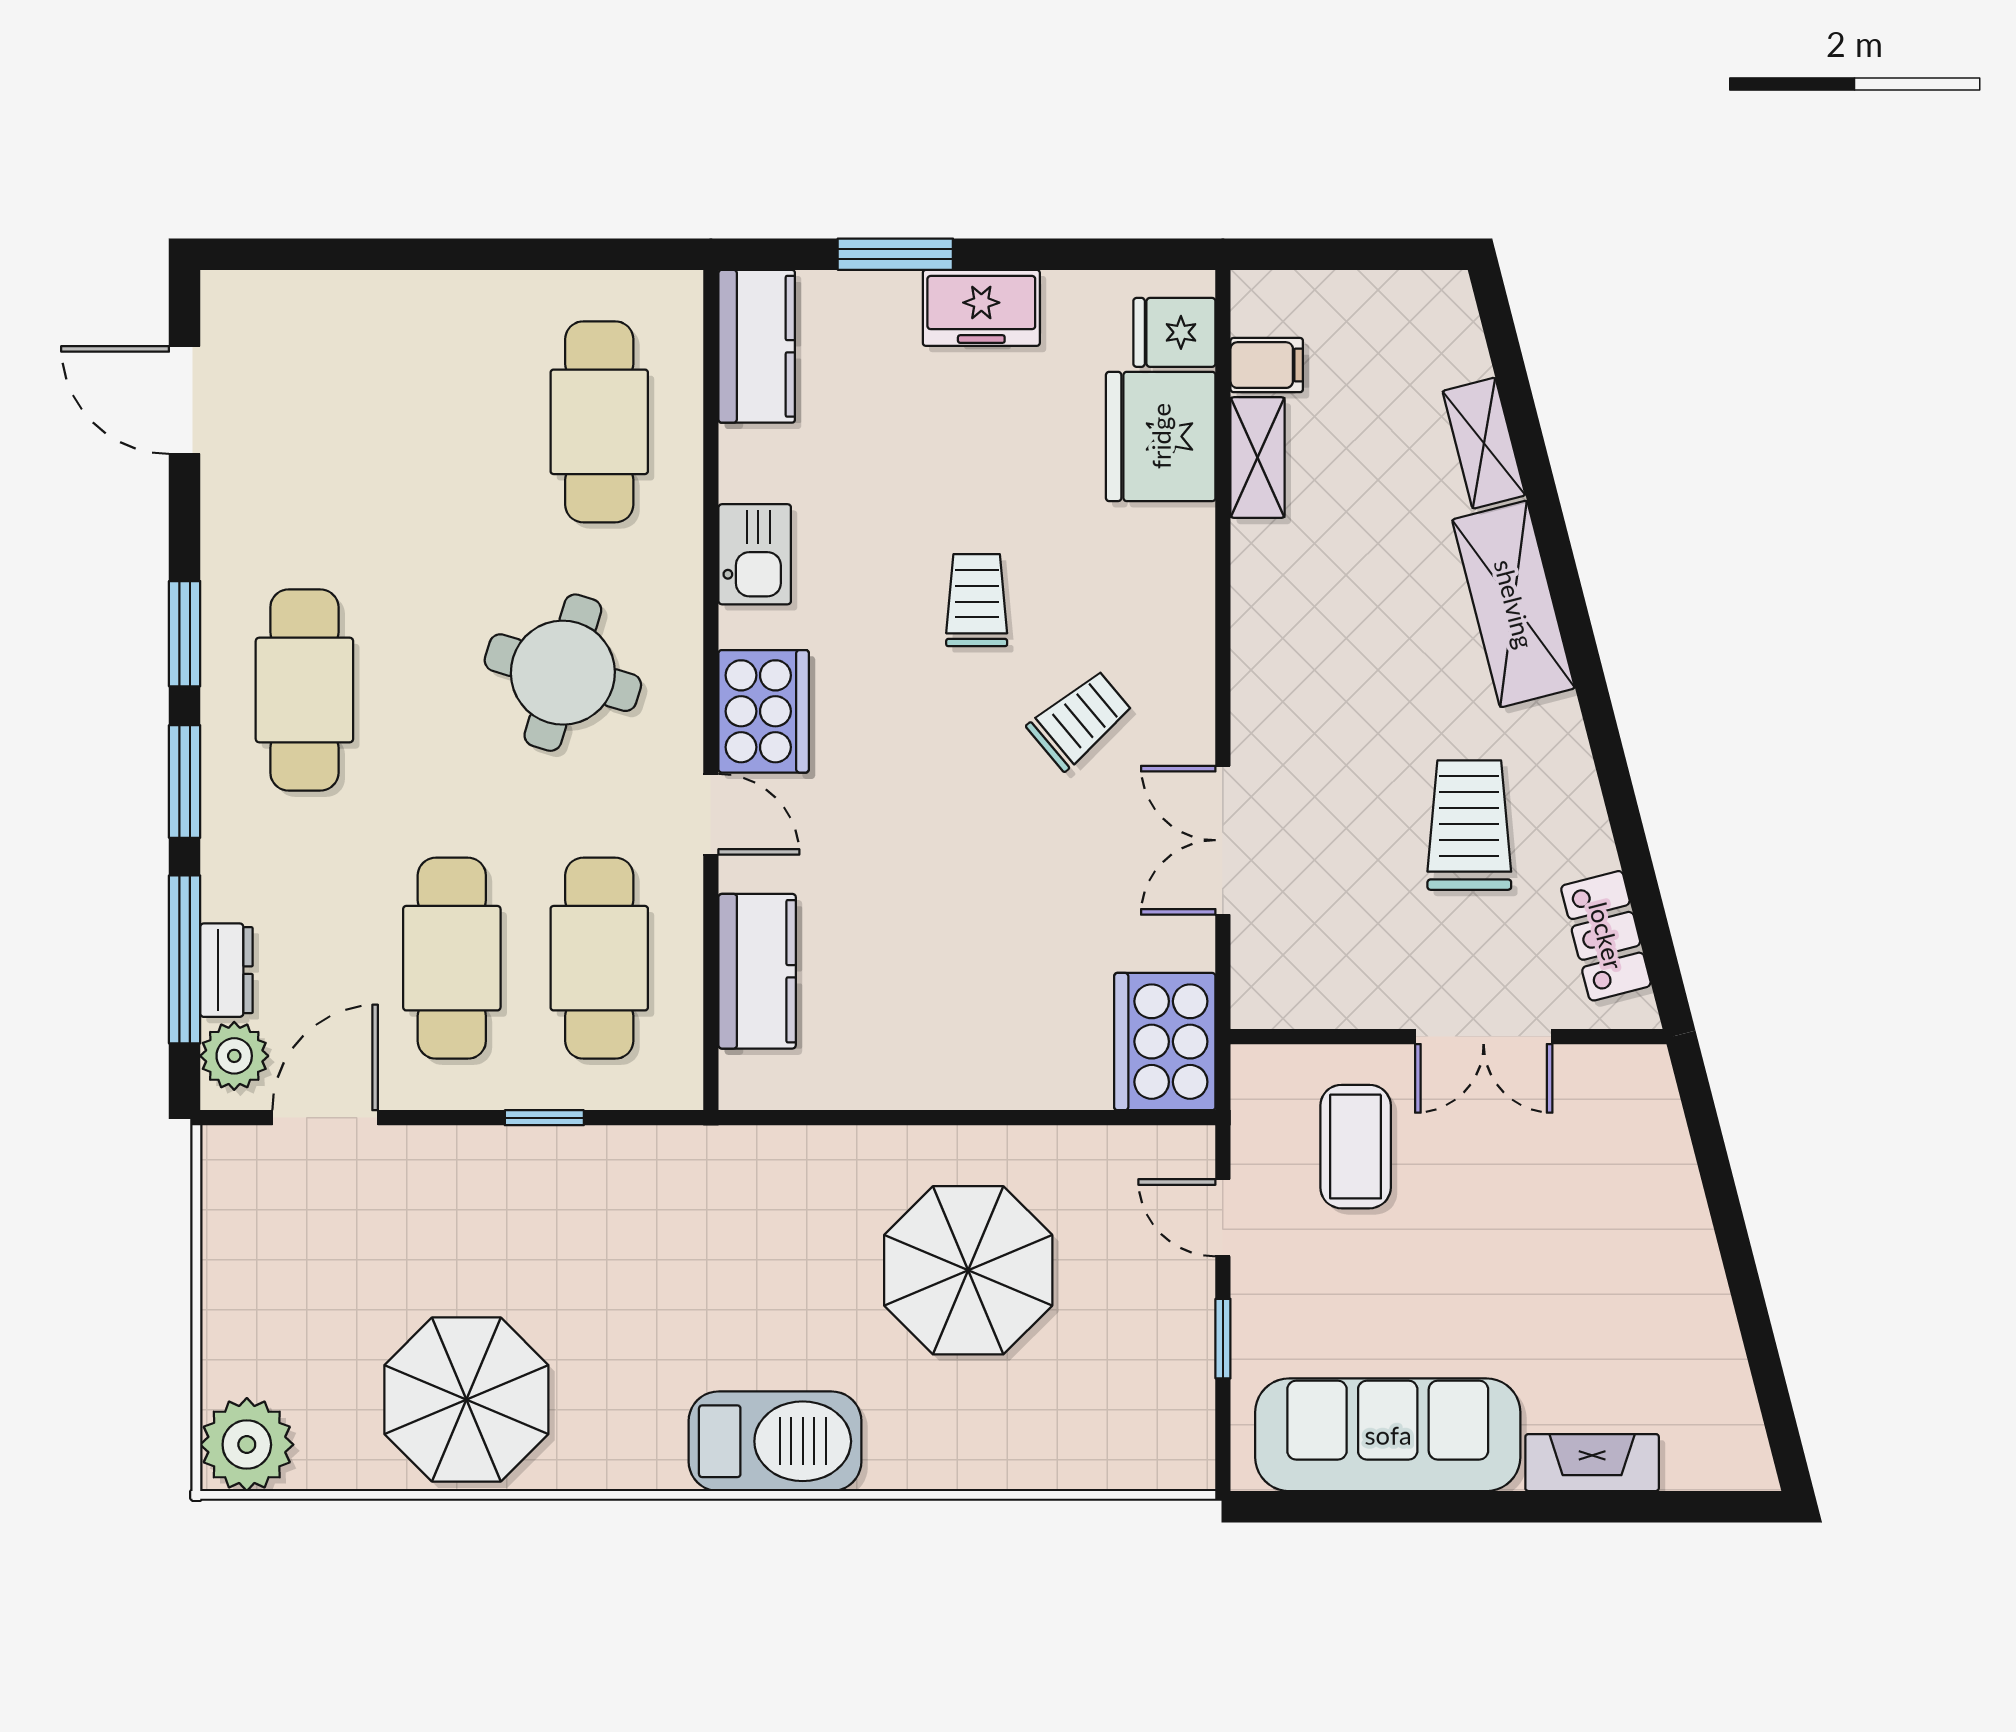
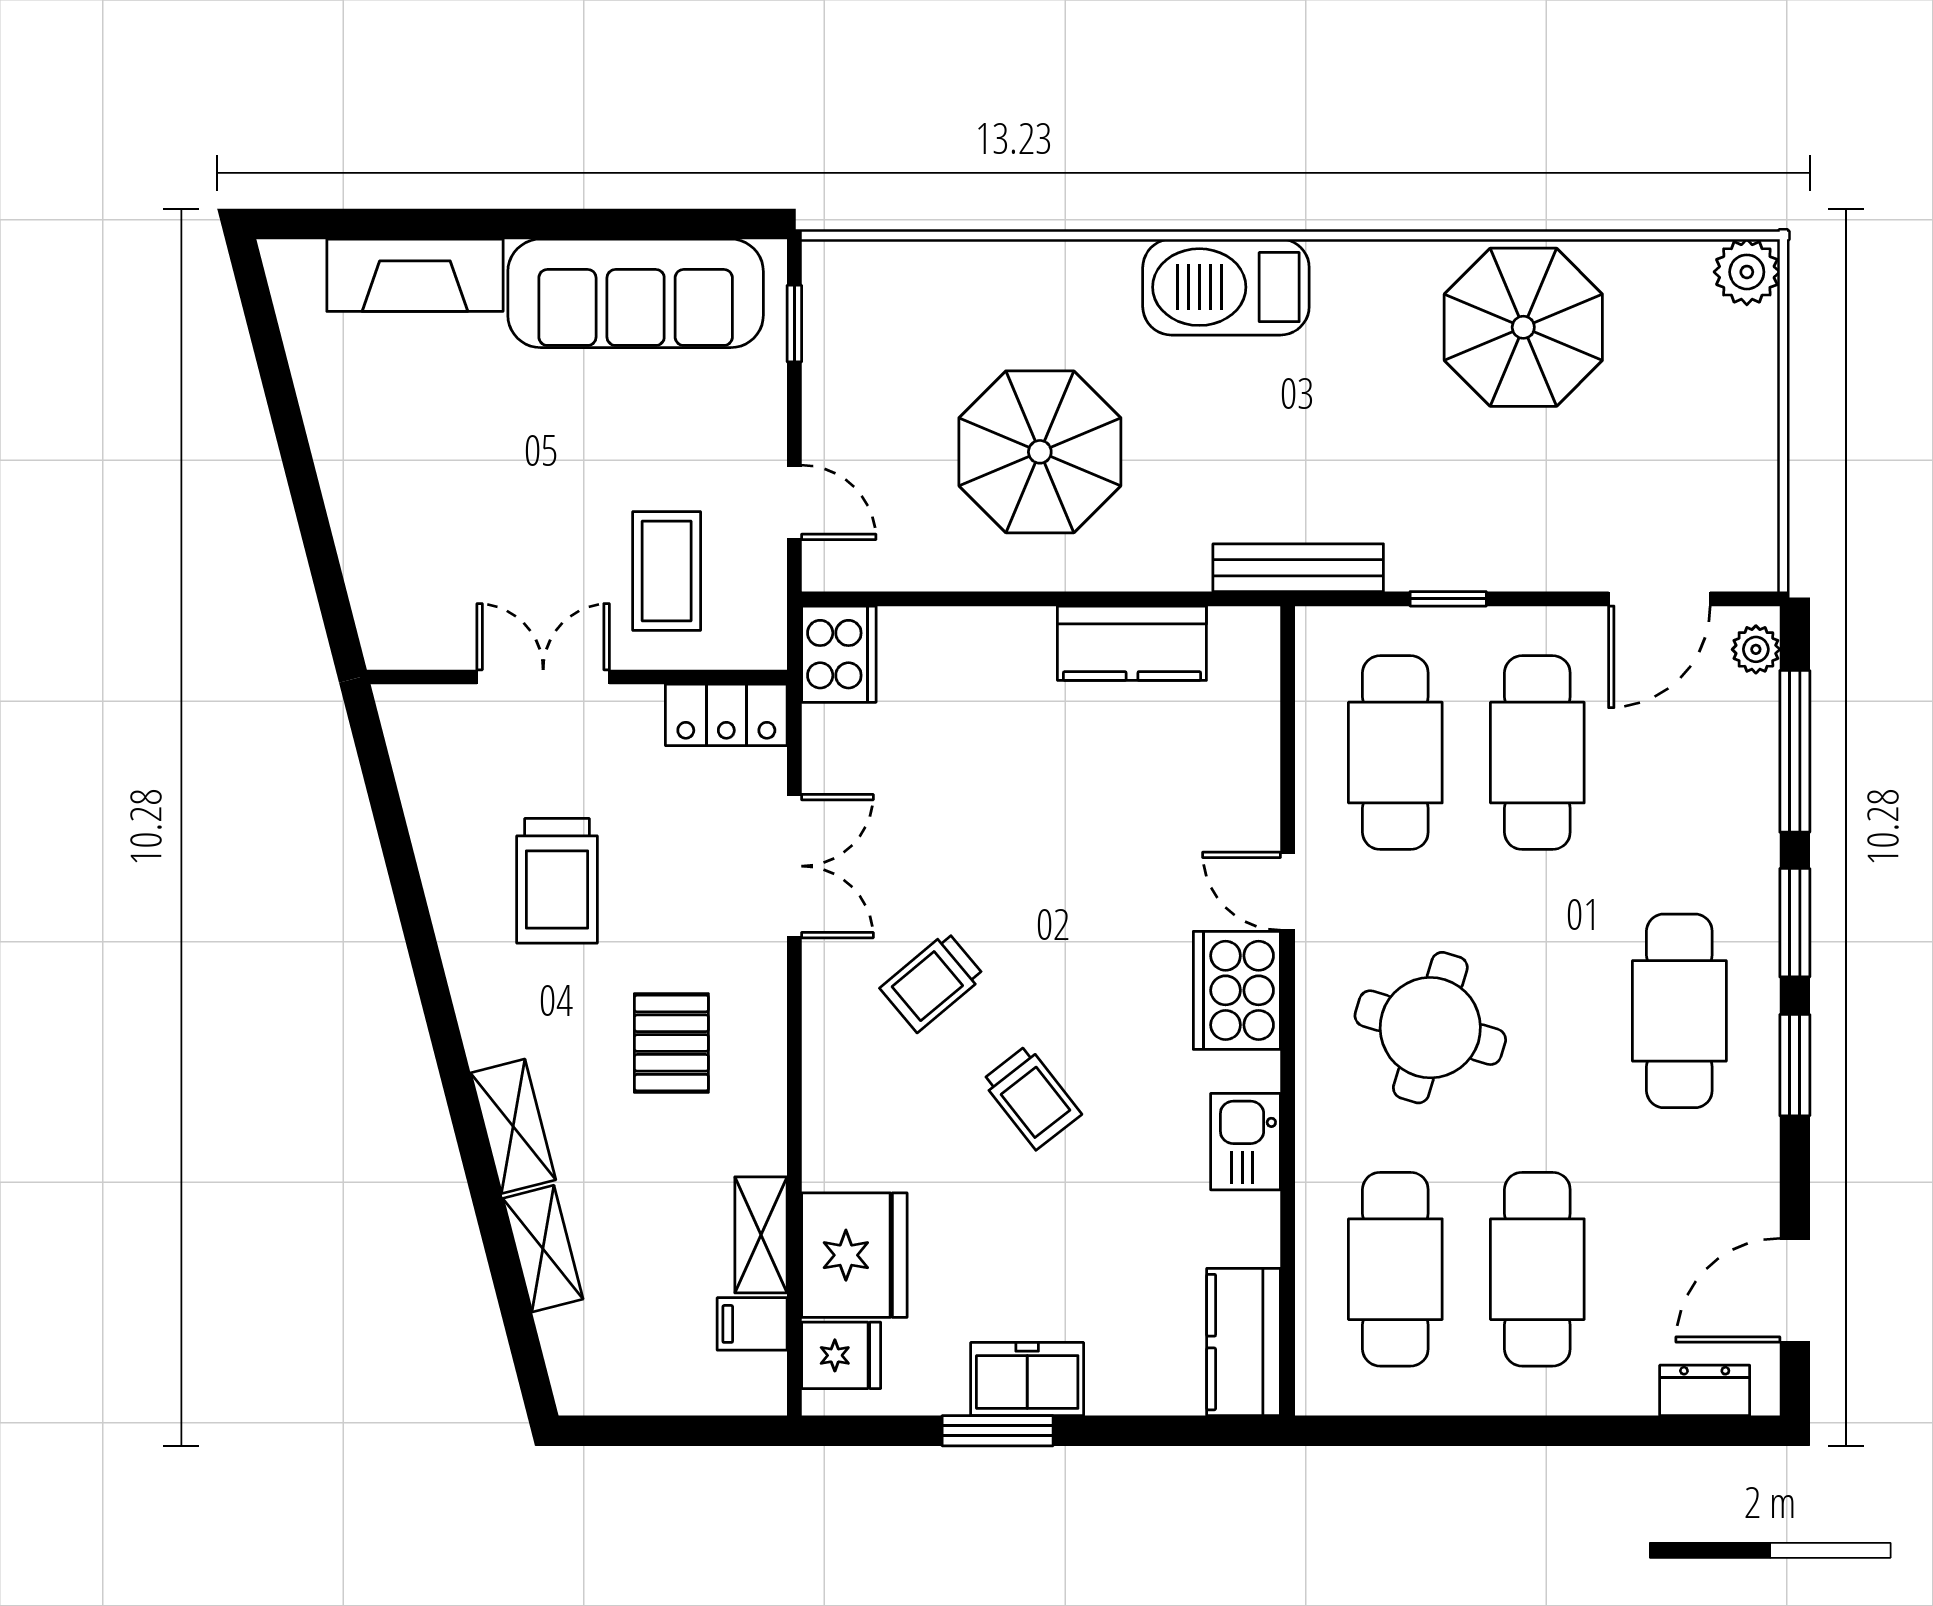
window: (895, 254) -> (998, 1431), moved
door: (185, 400) -> (1795, 1290), swing flipped
cafe table: (452, 422) -> (1537, 1269), added
trolley: (977, 600) -> (1032, 1097), turned -38
shelving: (1514, 604) -> (513, 1126), width x0.67, depth x0.75
pallet: (1351, 657) -> (671, 1043), added
locker: (1606, 936) -> (726, 715), moved, turned 104
dresser: (226, 970) -> (1705, 1390), moved, turned 90
kitchen counter: (757, 971) -> (1132, 643), moved, turned -90
cooker: (1165, 1042) -> (839, 654), width x0.73, depth x0.76
plant: (234, 1056) -> (1756, 649), width x0.73, depth x0.73
bench: (700, 1150) -> (1298, 568), added
window: (1223, 1339) -> (794, 324), moved
plant: (247, 1445) -> (1747, 272), width x0.73, depth x0.73
fireplace: (1592, 1463) -> (415, 275), width x1.37, depth x1.32

